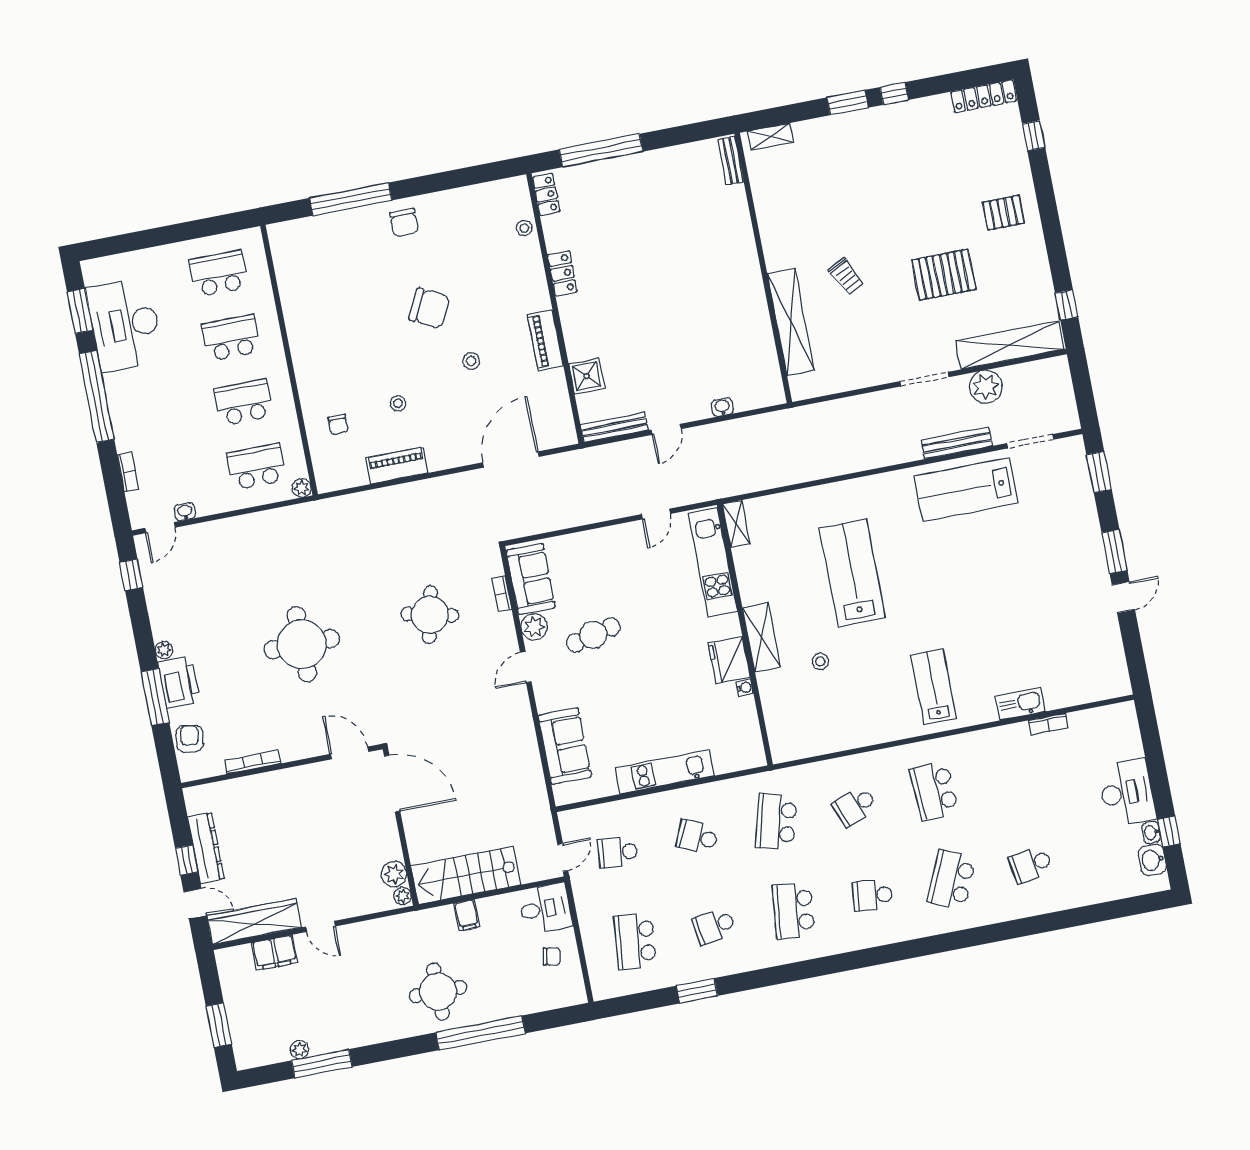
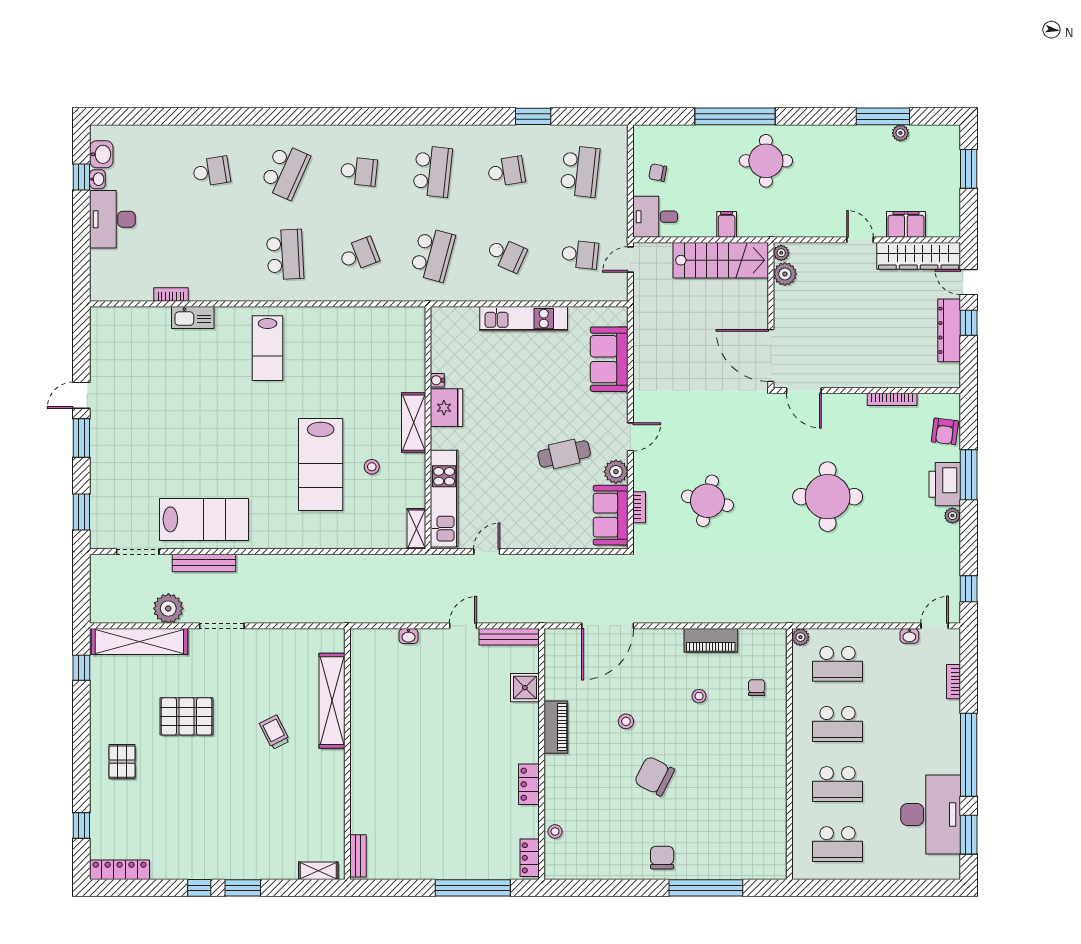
pallet: (1003, 213) -> (122, 762), turned 90
stool: (820, 661) -> (372, 467), moved

